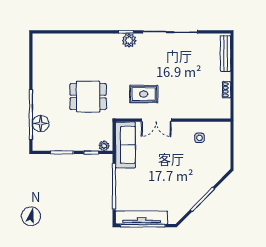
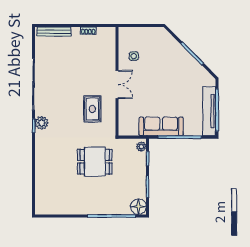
dining table: (88, 97) -> (95, 162), turned 90
double door: (156, 120) -> (117, 85), moved
floor lamp: (41, 123) -> (138, 207), moved
sofa: (125, 145) -> (161, 126), moved

